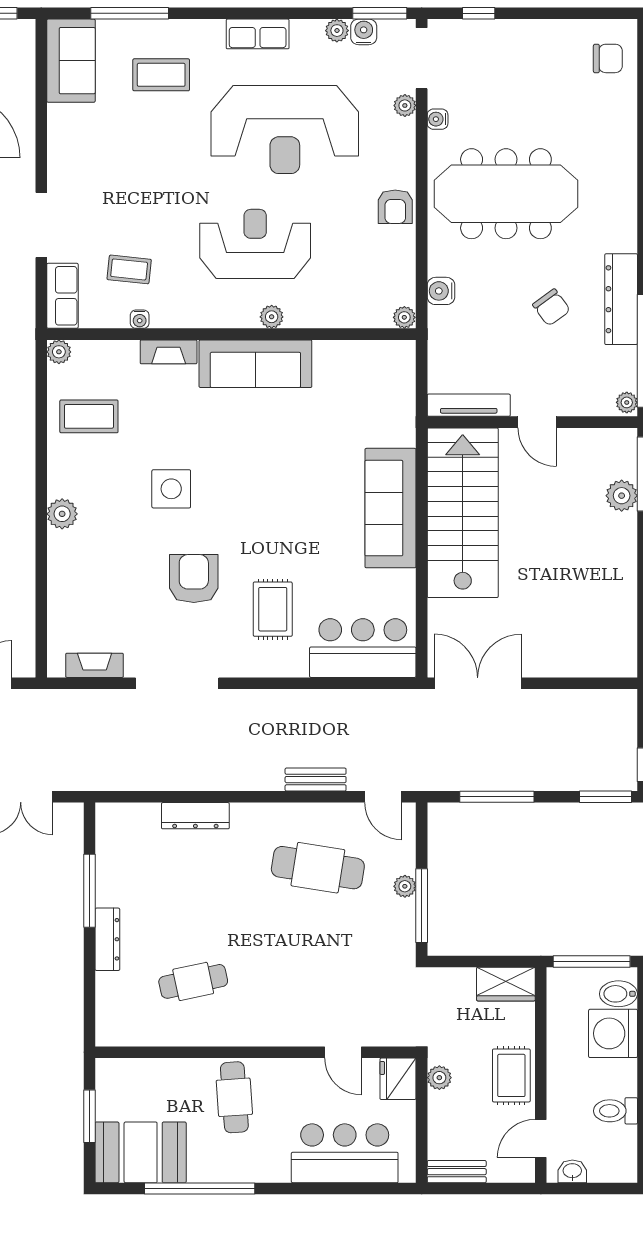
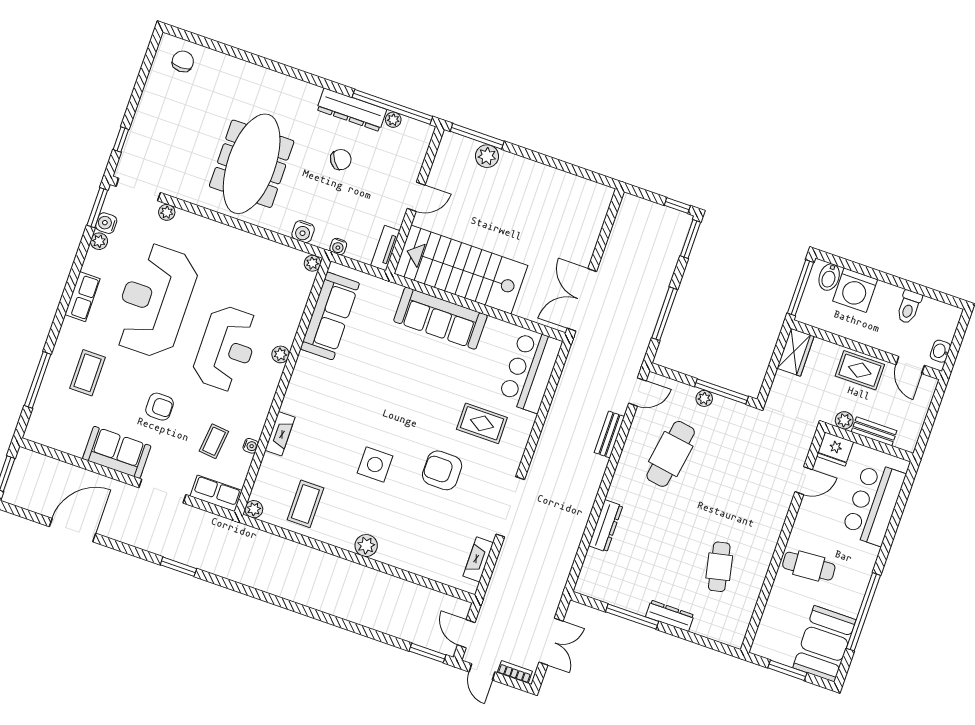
sofa: (71, 61) -> (117, 452), moved
water cooler: (438, 119) -> (338, 247), moved
reception desk: (285, 130) -> (155, 301), turned 180
armchair: (395, 207) -> (160, 407), moved
reception desk: (255, 244) -> (226, 348), turned 180
sofa: (255, 364) -> (330, 316), moved
plant: (627, 402) -> (393, 120), moved
tv unit: (469, 405) -> (385, 248), width x0.71
bench: (457, 1172) -> (874, 431), moved, turned 90

